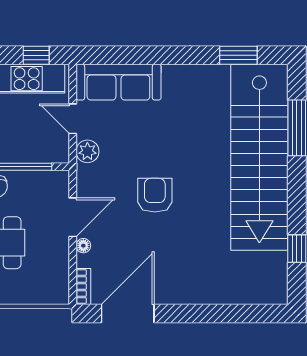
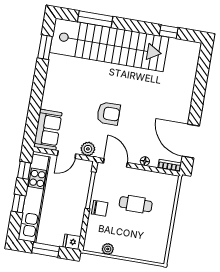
sofa: (118, 82) -> (48, 130), width x0.73
armchair: (155, 195) -> (108, 114), moved, turned 180
door: (73, 217) -> (115, 163), moved

